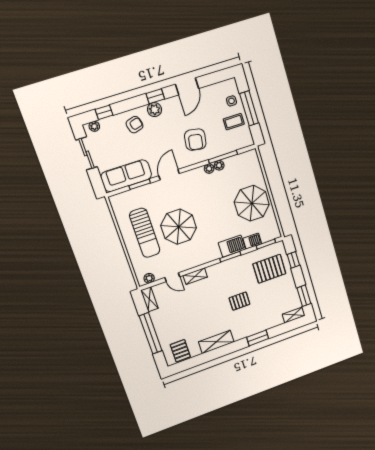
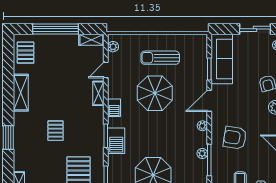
plant: (209, 169) -> (202, 126), moved
door: (169, 175) -> (209, 101), swing flipped
sun lounger: (145, 233) -> (160, 58), width x0.73, depth x0.75
barbecue: (252, 241) -> (114, 108), moved
pallet: (180, 351) -> (26, 53), turned 90

